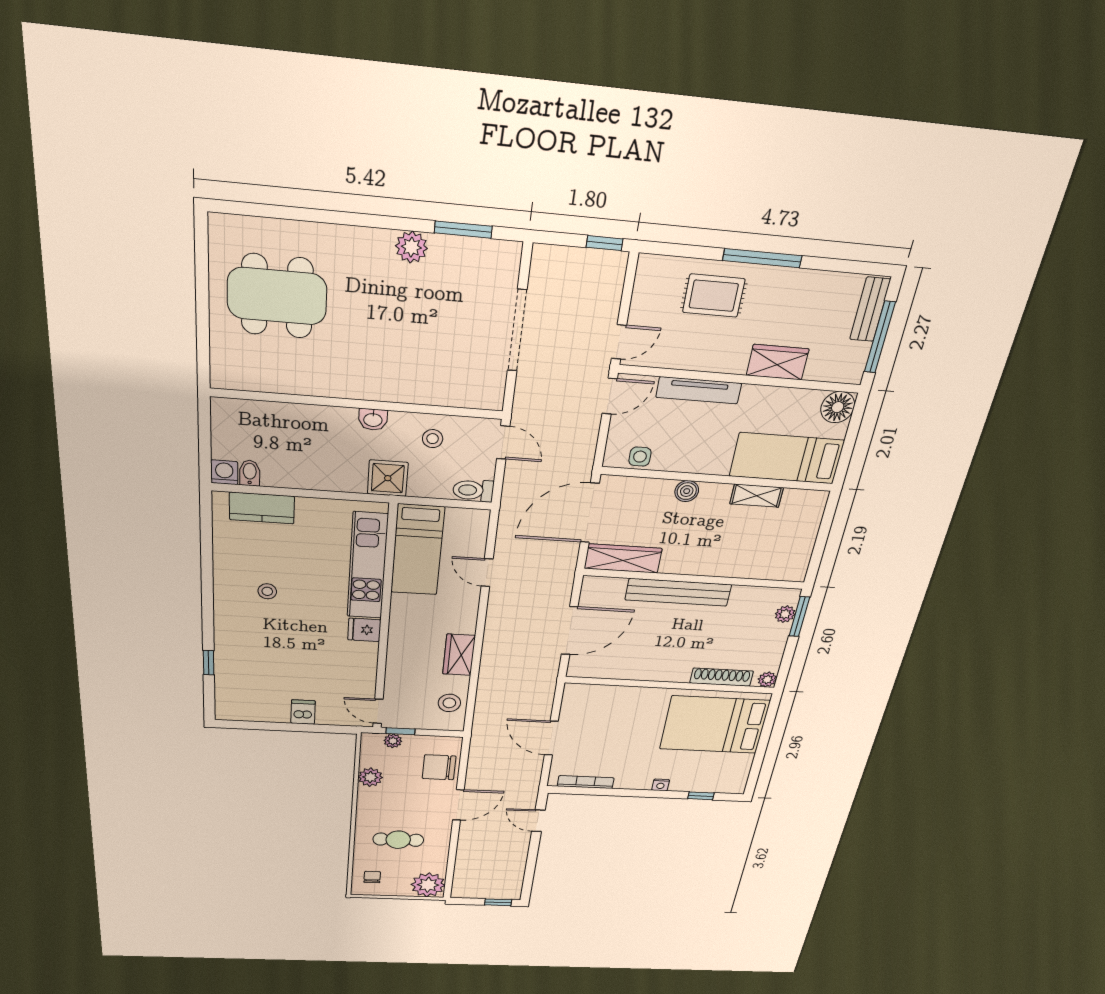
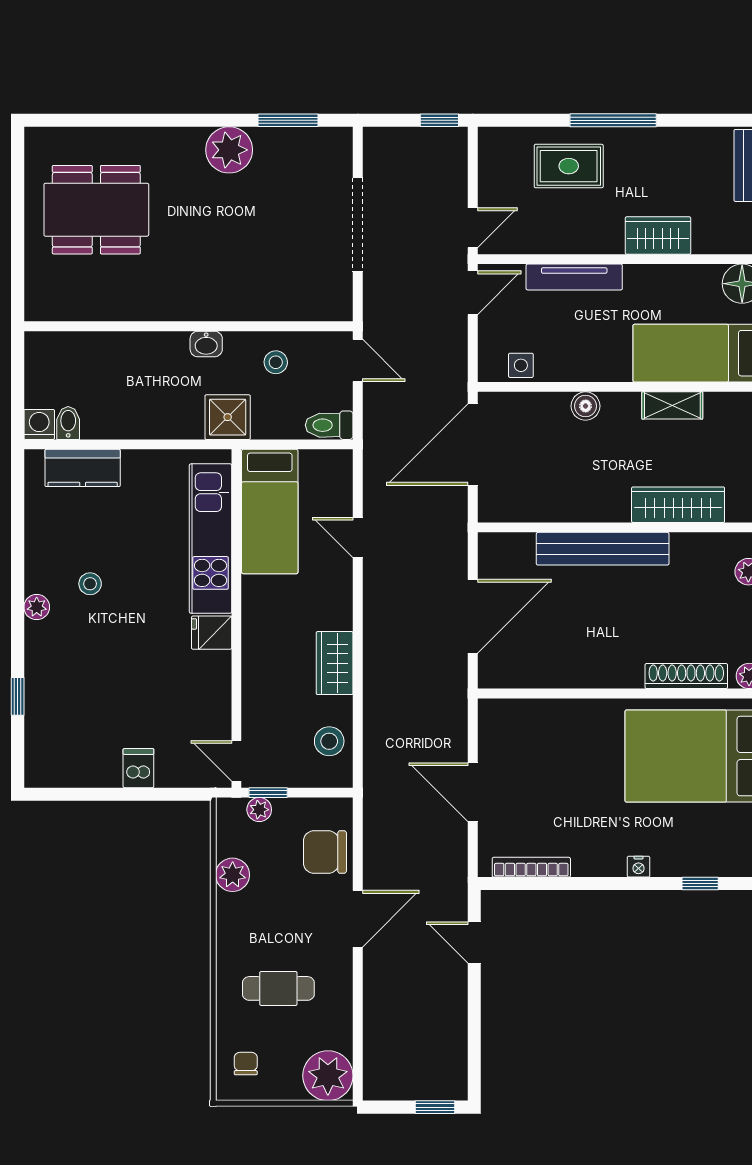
plant: (411, 247) -> (229, 150), width x1.36, depth x1.36
wardrobe: (623, 558) -> (678, 505), moved
plant: (223, 605) -> (37, 607), added

